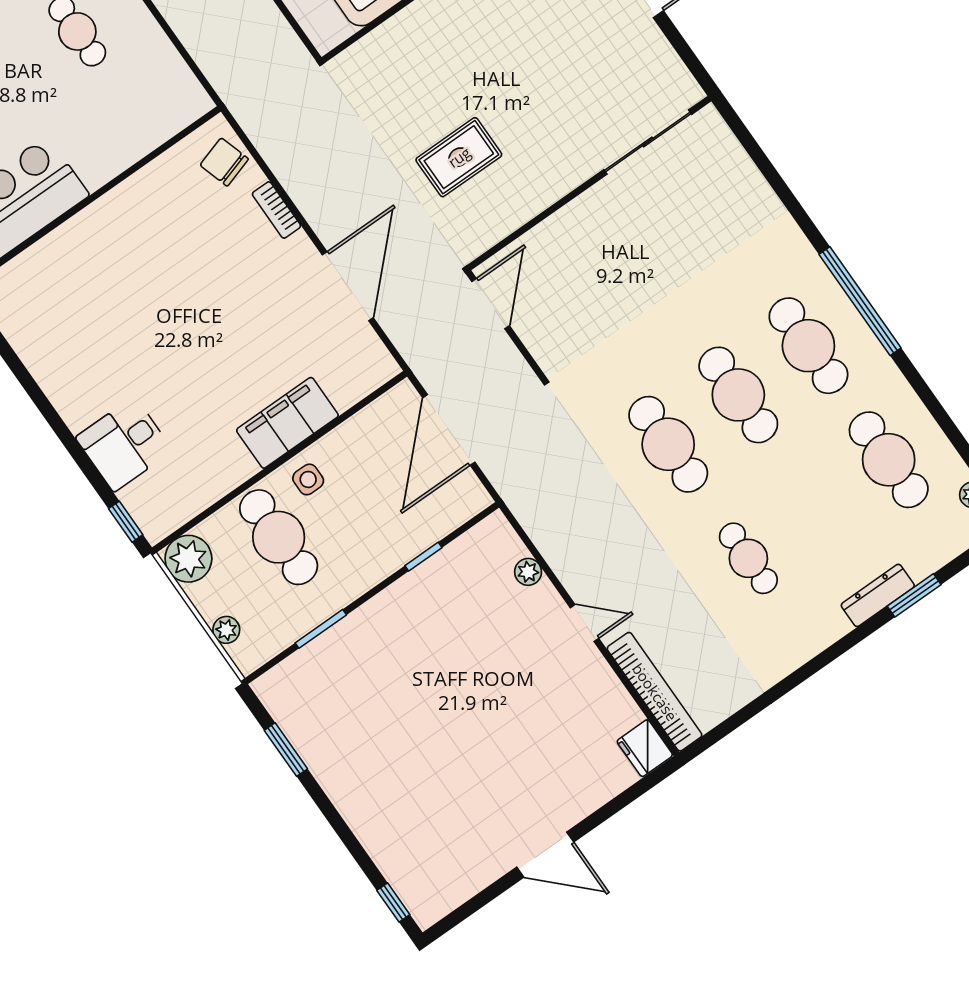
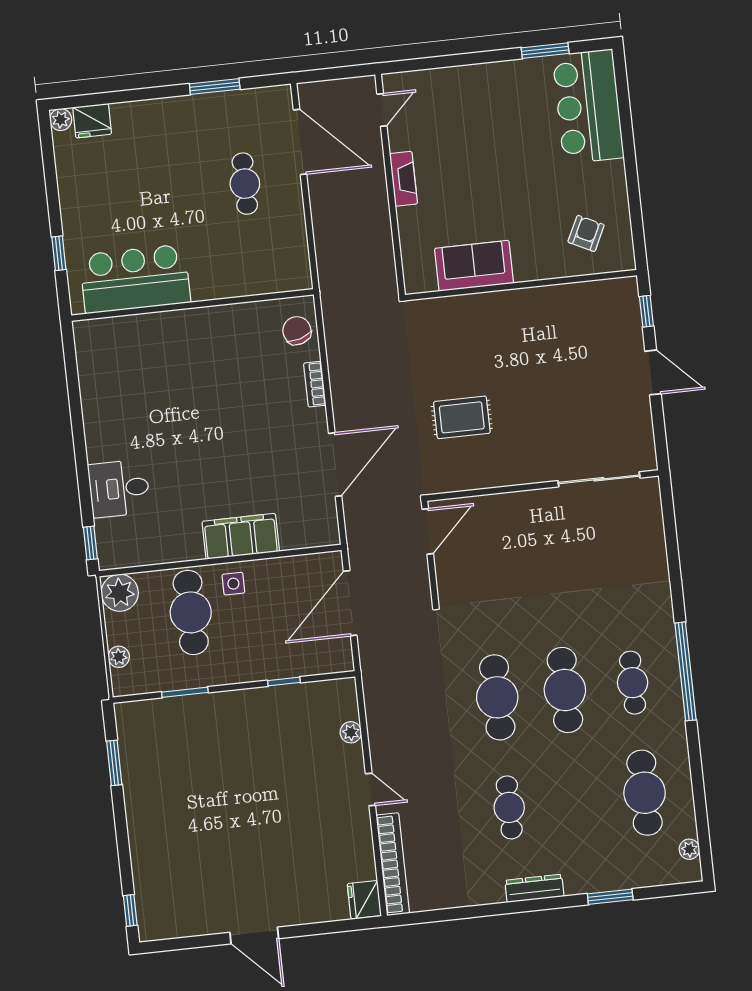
cafe table: (808, 346) -> (633, 683), width x0.73, depth x0.74
dresser: (878, 595) -> (534, 888), moved

